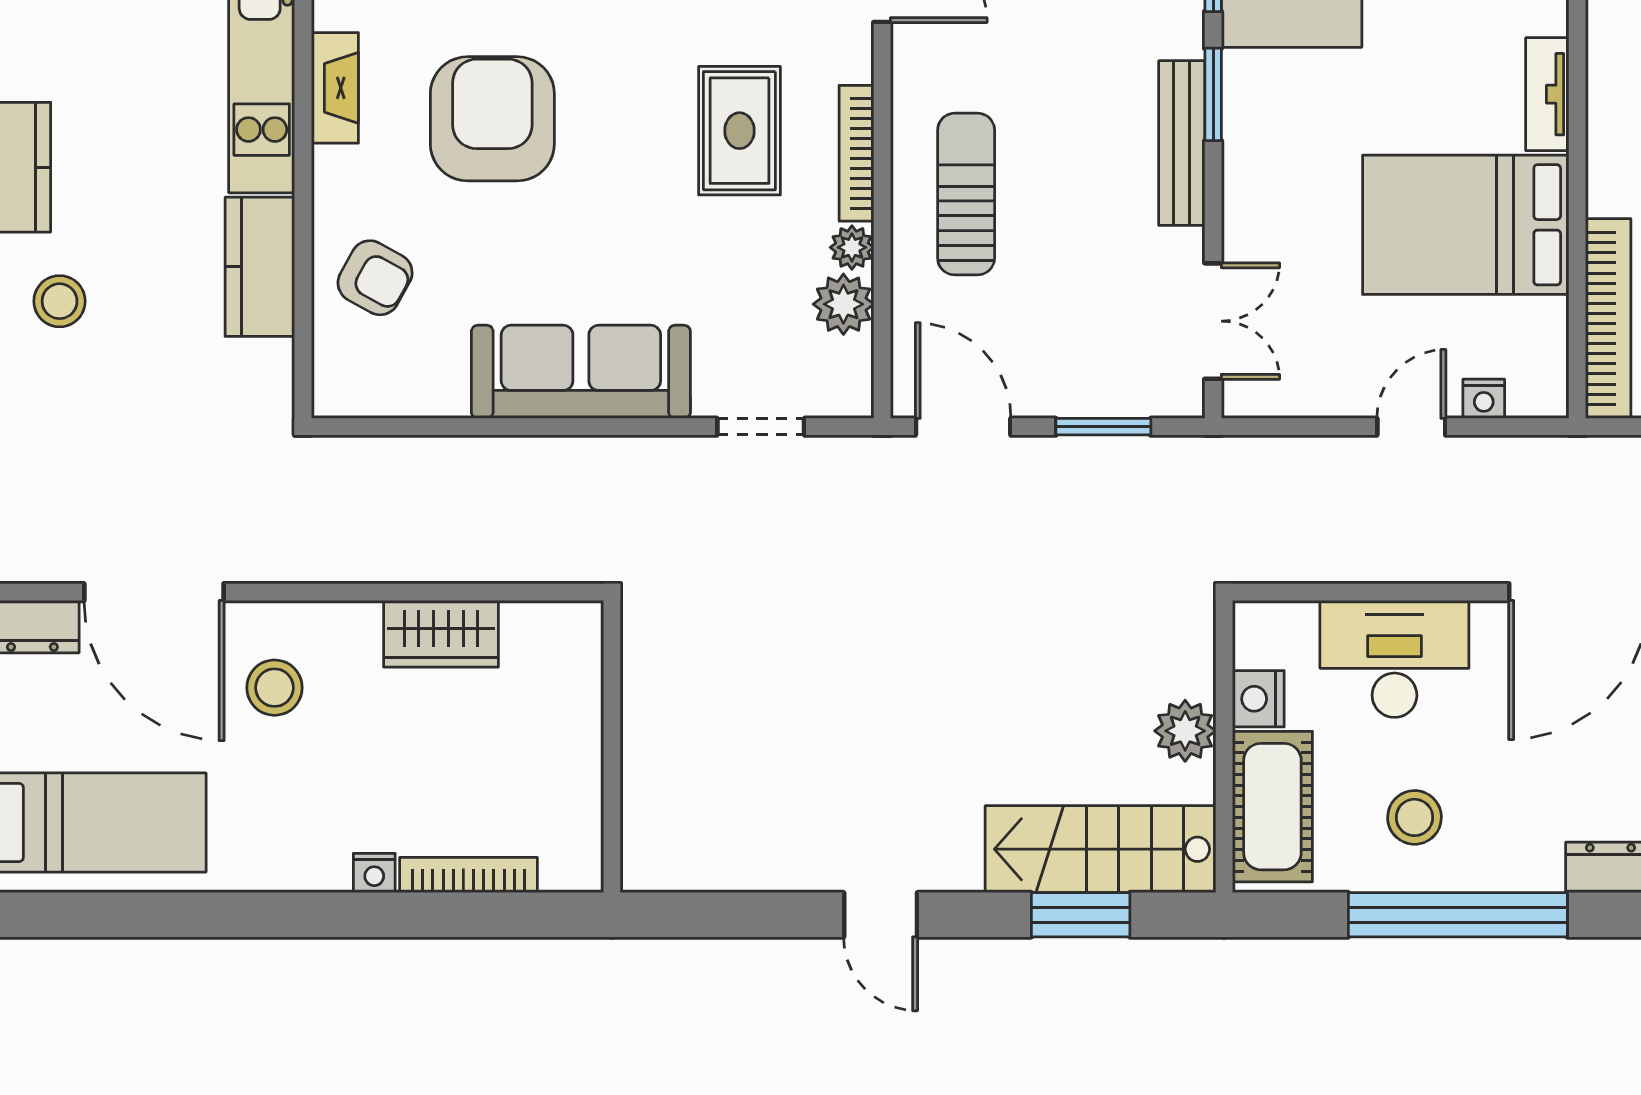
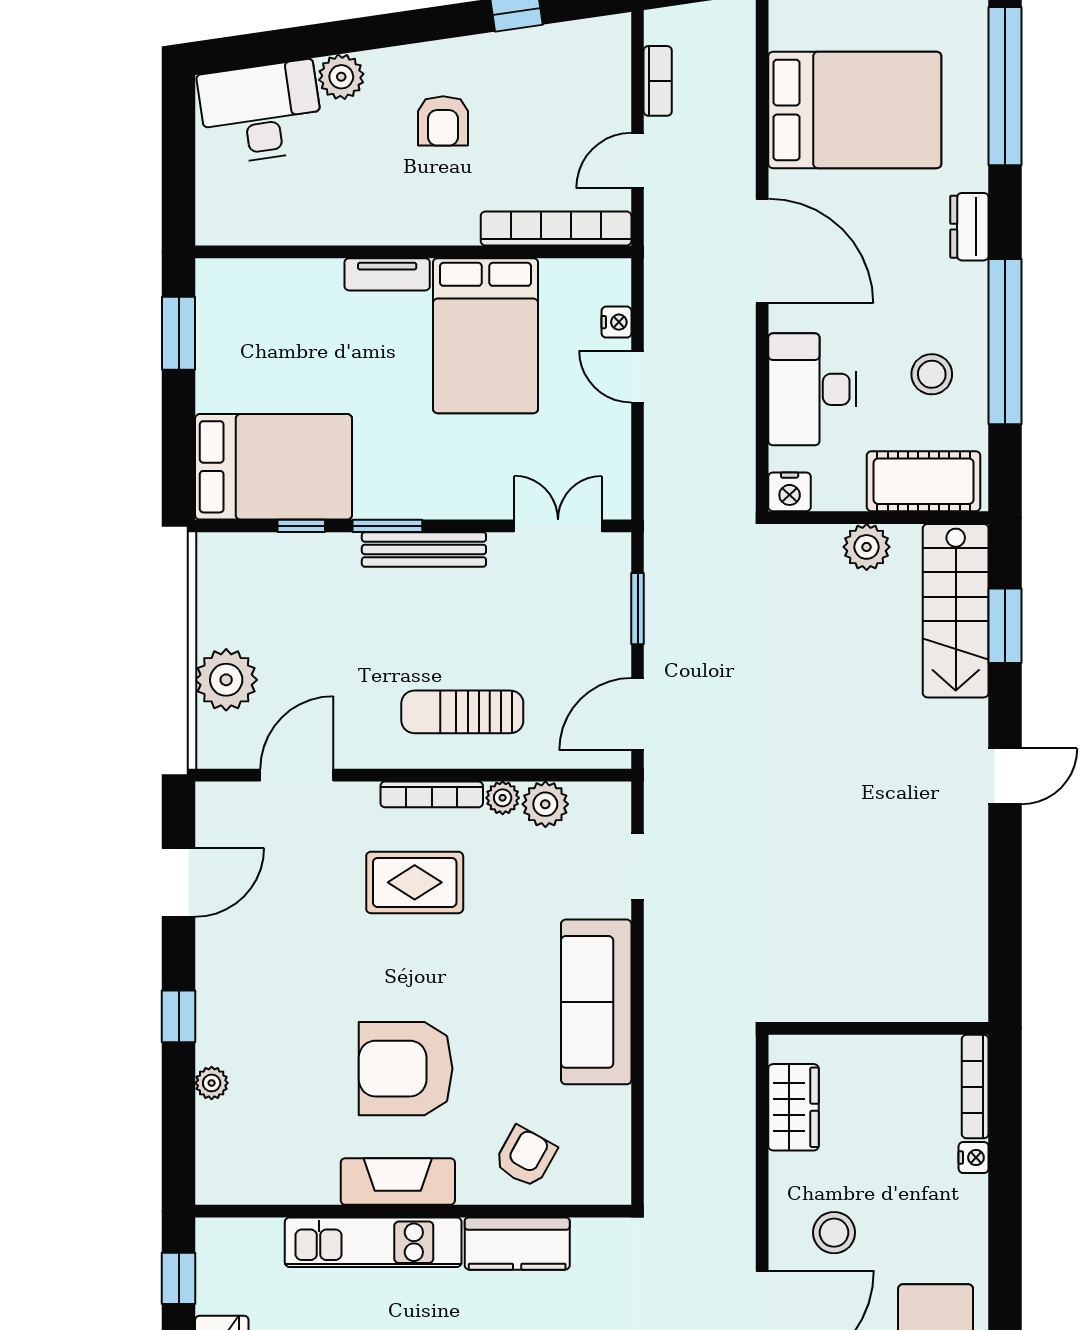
fireplace: (335, 88) -> (398, 1181), width x1.37, depth x1.32
nightstand: (1258, 699) -> (790, 492), moved
wall: (612, 747) -> (878, 1028), moved

